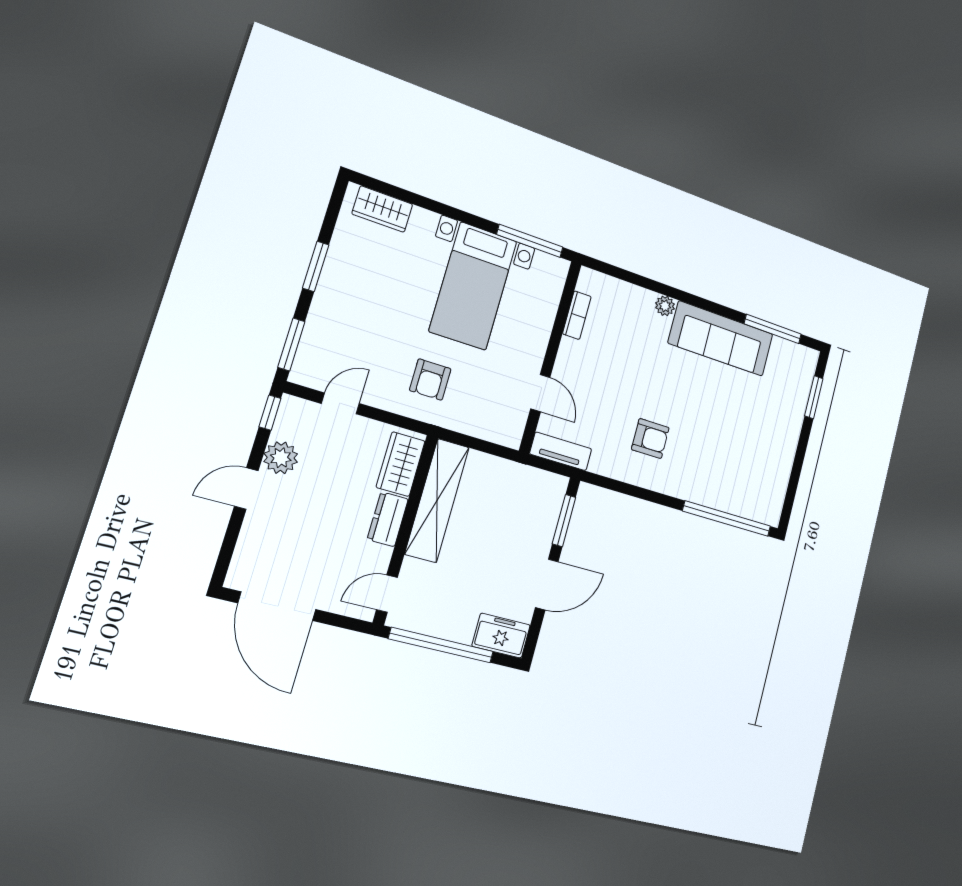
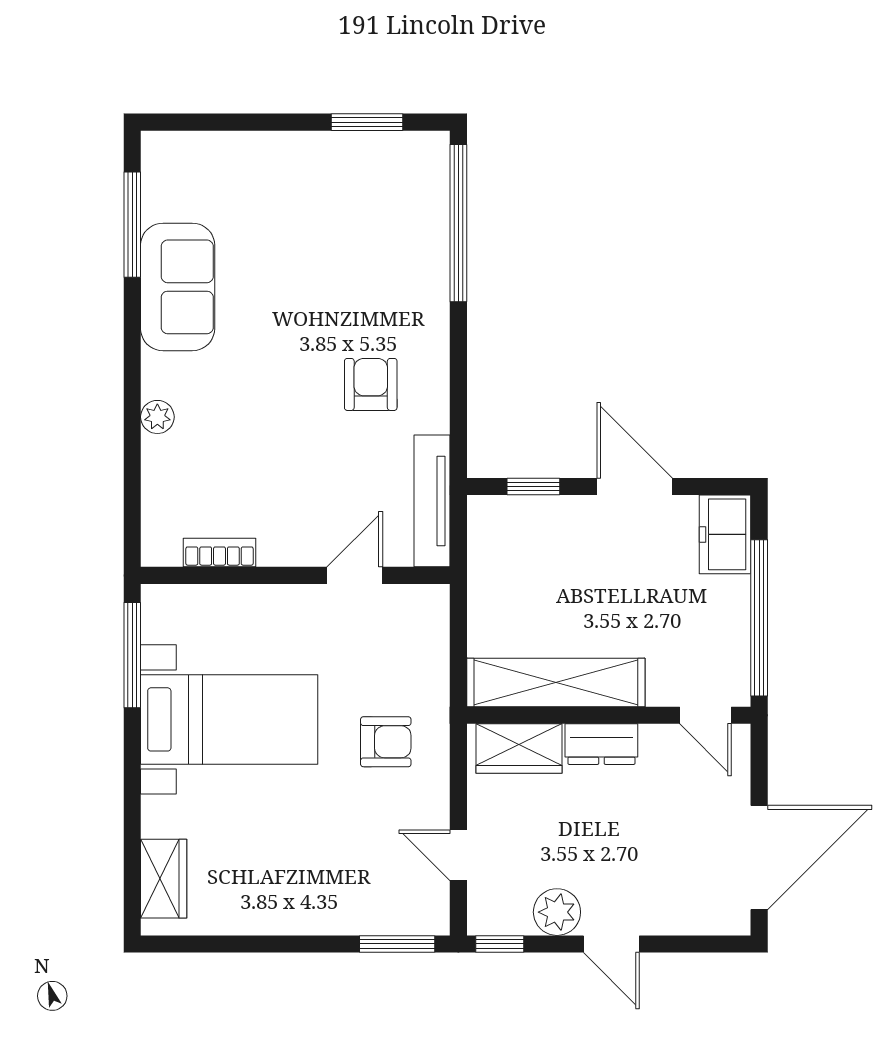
window: (316, 266) -> (278, 944), removed
sofa: (721, 339) -> (178, 287), width x0.73
window: (814, 397) -> (367, 122), moved
tv unit: (561, 451) -> (432, 501), width x1.41
window: (564, 521) -> (533, 487), width x0.67

